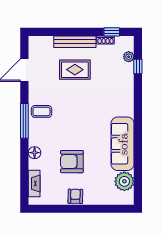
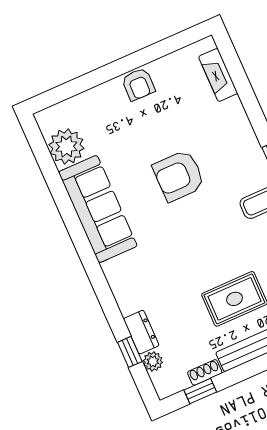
dresser: (128, 74) -> (141, 332), added
floor lamp: (35, 153) -> (241, 128), removed
armchair: (72, 162) -> (179, 176), moved, turned 180

